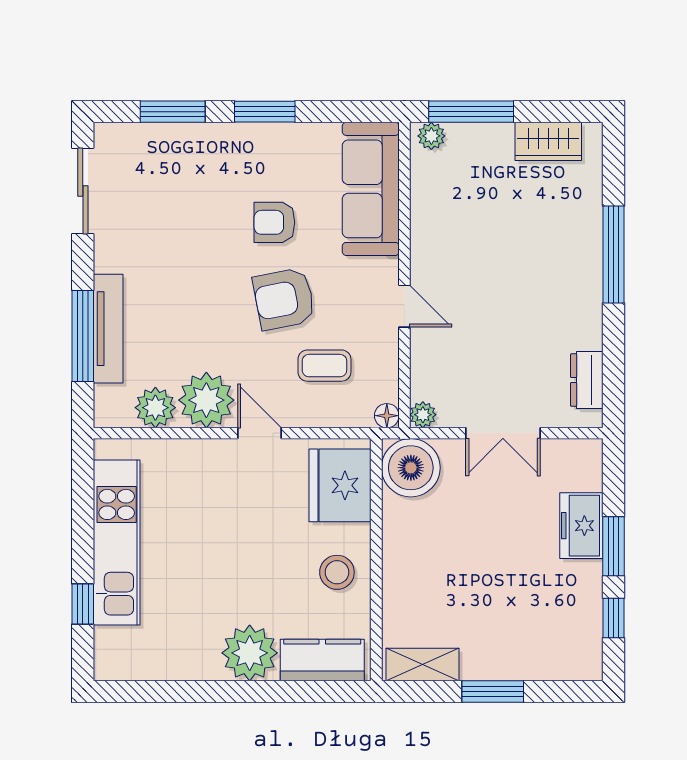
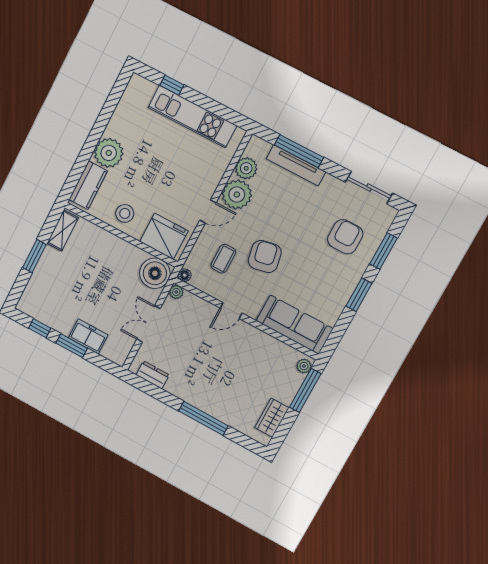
armchair: (274, 222) -> (345, 237), moved, width x1.38, depth x1.38

